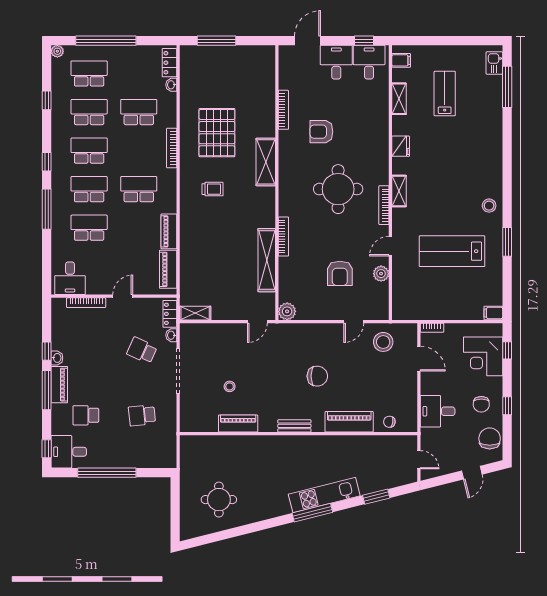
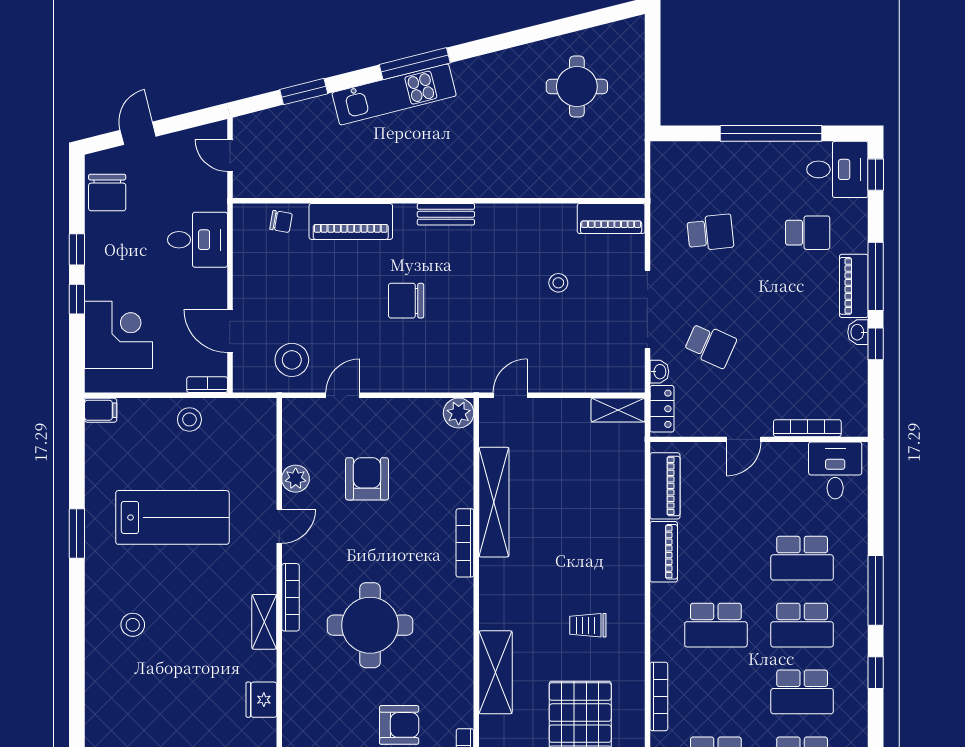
stool: (489, 206) -> (133, 625), moved
stool: (442, 308) -> (189, 419), added
window: (507, 350) -> (77, 299), moved
chair: (481, 404) -> (122, 252), removed
piano: (238, 423) -> (611, 218), moved

